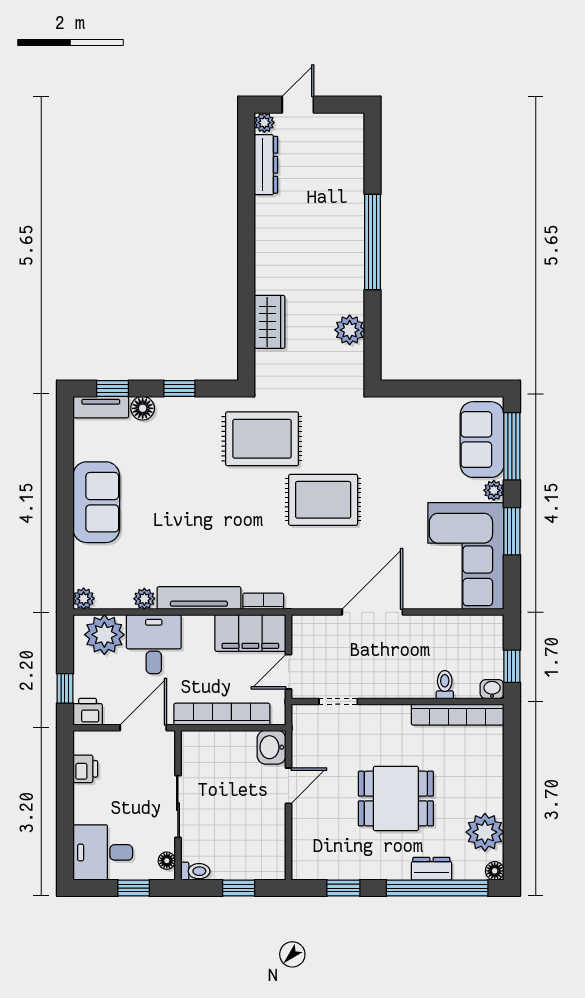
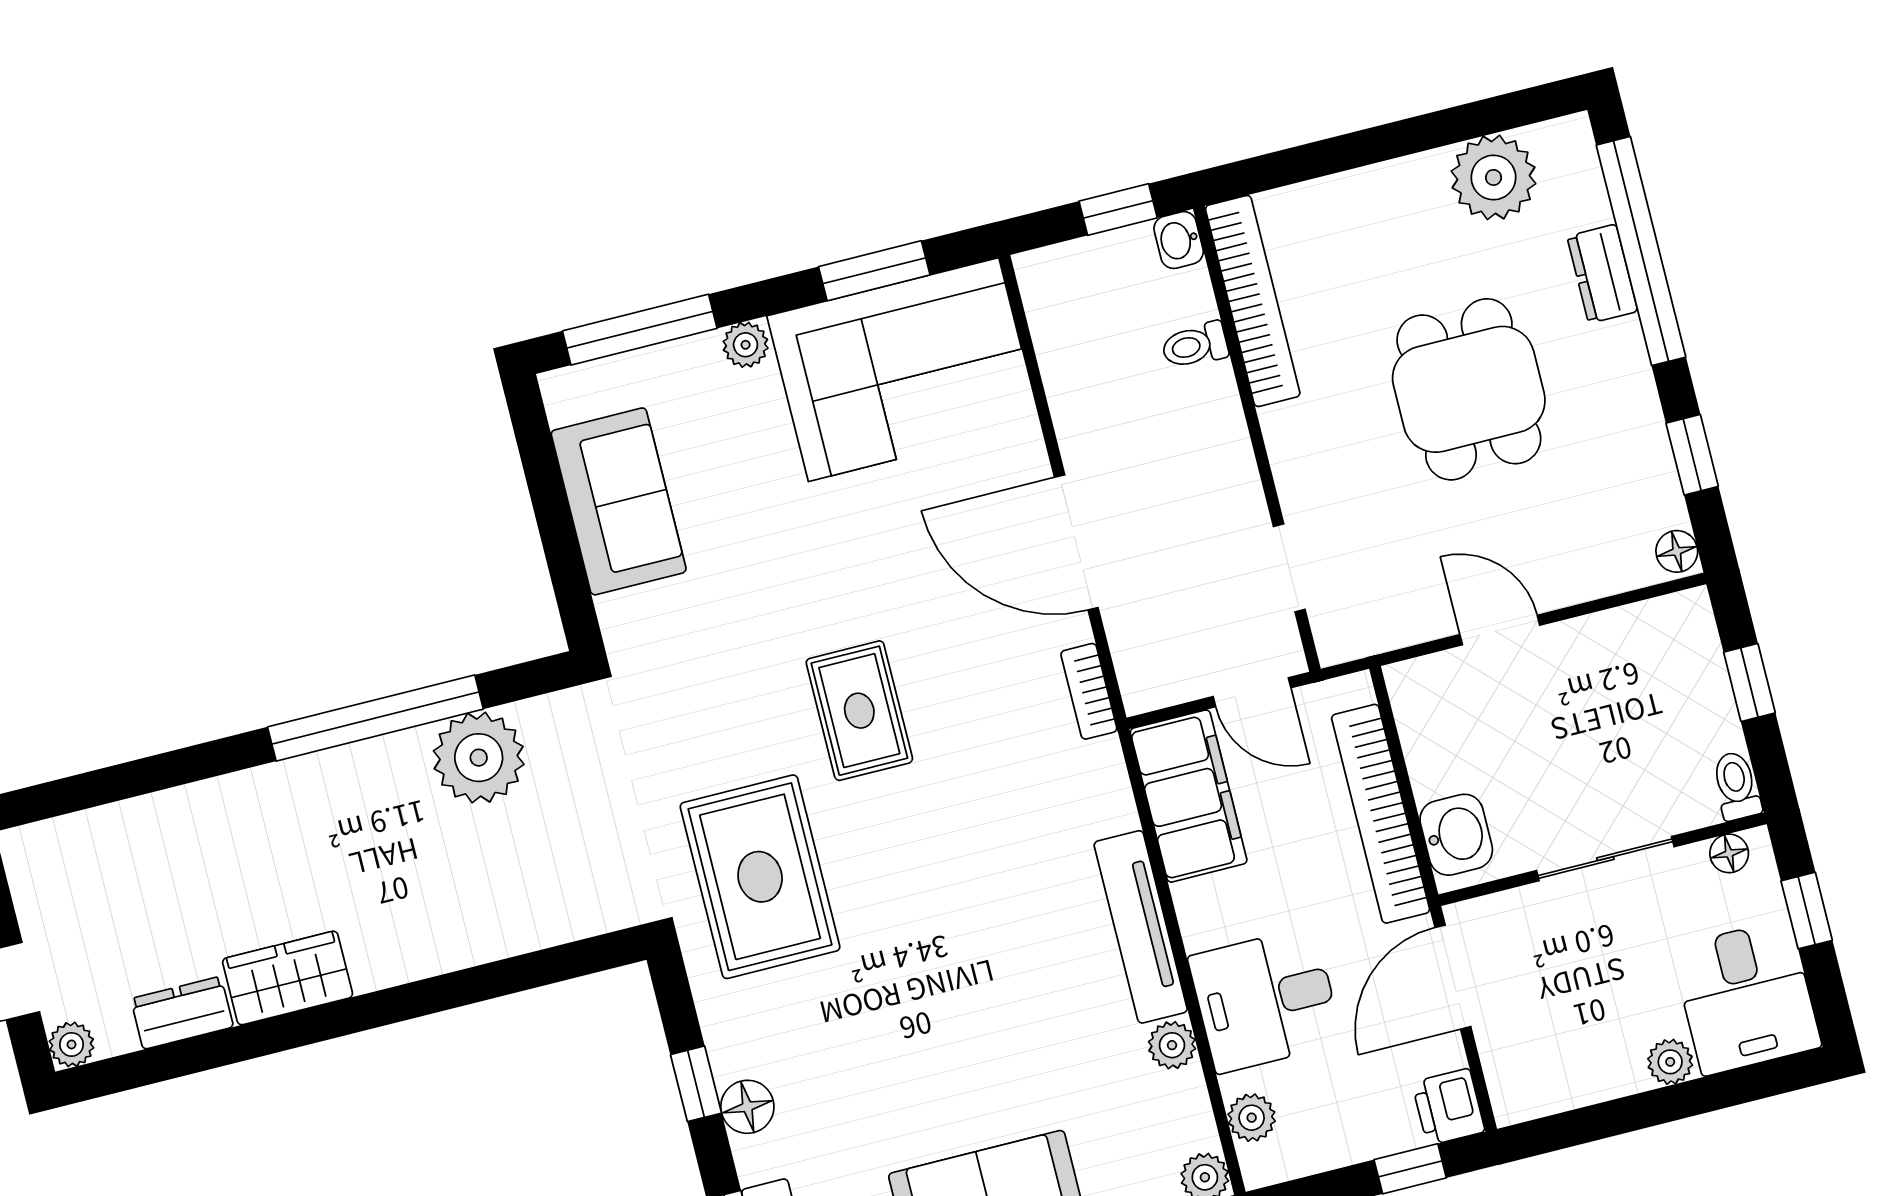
dresser: (266, 165) -> (182, 1013), width x0.70
window: (373, 242) -> (375, 718), moved
wardrobe: (270, 322) -> (288, 978), moved
plant: (350, 330) -> (479, 758), width x1.36, depth x1.36
floor lamp: (143, 408) -> (747, 1107), moved
sofa: (482, 440) -> (619, 501), moved, turned -90
rug: (323, 500) -> (859, 711), width x0.73, depth x0.70
window: (512, 531) -> (874, 271), moved
bookcase: (263, 601) -> (1089, 691), moved
plant: (104, 635) -> (1252, 1118), width x0.53, depth x0.53
door: (143, 728) -> (1453, 977), hinge flipped
washbasin: (271, 747) -> (1456, 835), moved, turned -90
printer: (85, 769) -> (1574, 1081), removed
plant: (83, 813) -> (1670, 1062), added
floor lamp: (495, 871) -> (1677, 551), moved

